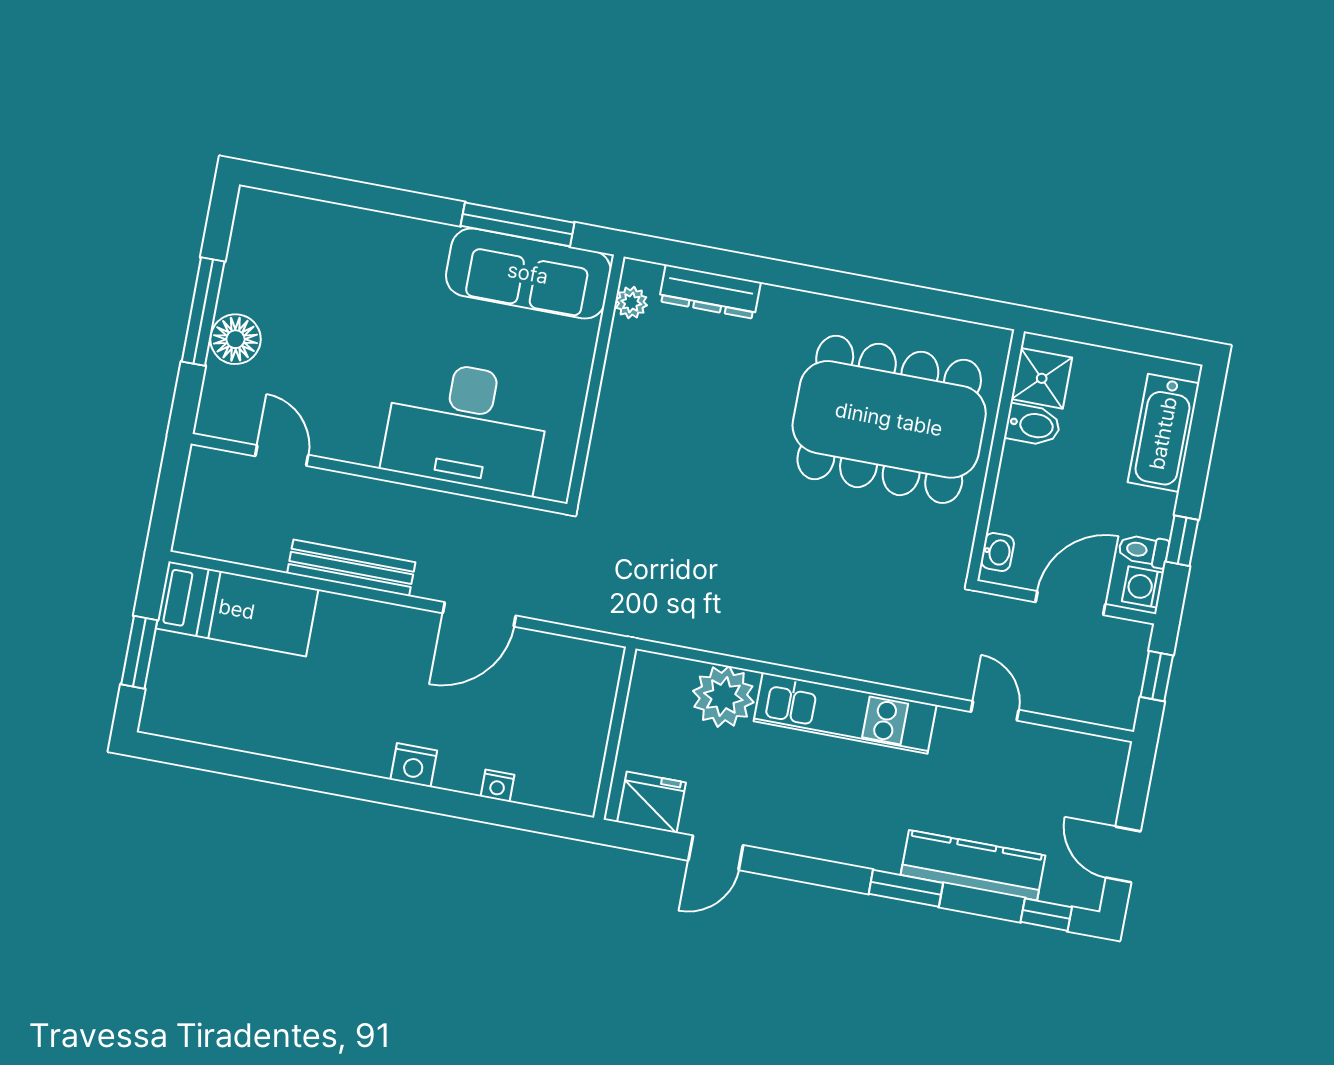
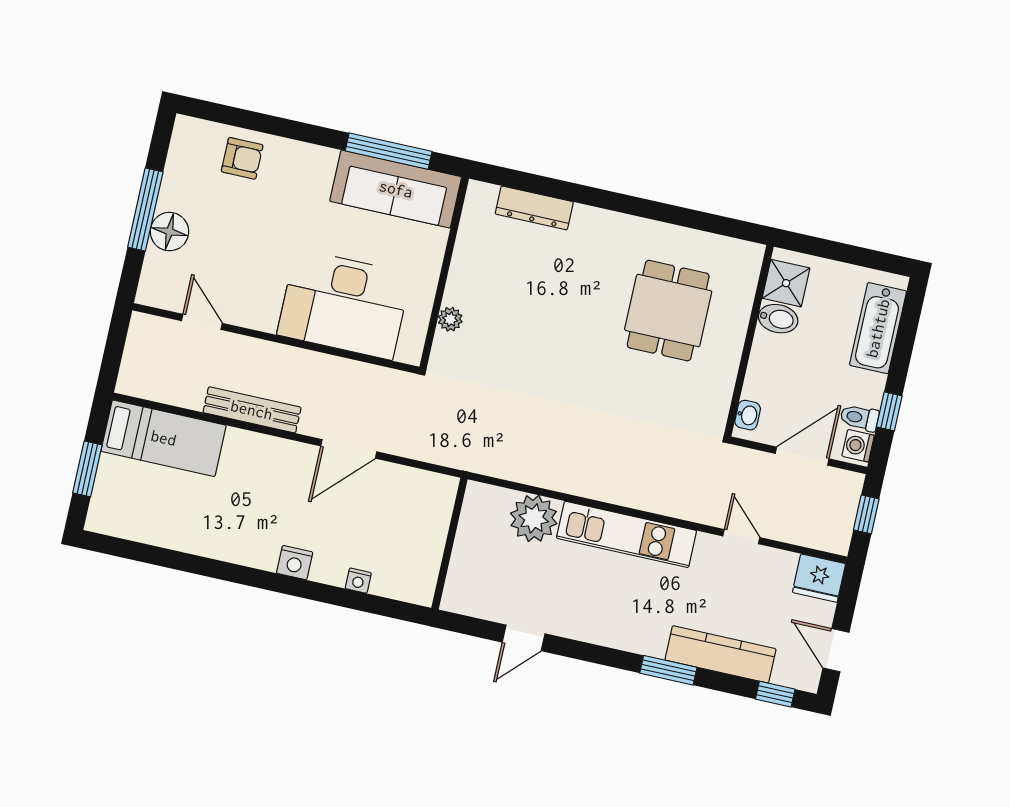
armchair: (327, 240) -> (242, 158), added
plant: (631, 302) -> (450, 319), moved
dining table: (889, 419) -> (668, 311), width x0.53, depth x0.80
fridge: (652, 802) -> (819, 578), moved, turned 180

